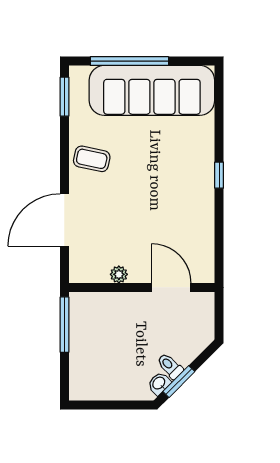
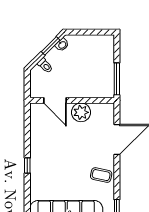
plant: (119, 274) -> (81, 112), width x1.87, depth x1.87
toilet: (170, 366) -> (45, 65), moved

